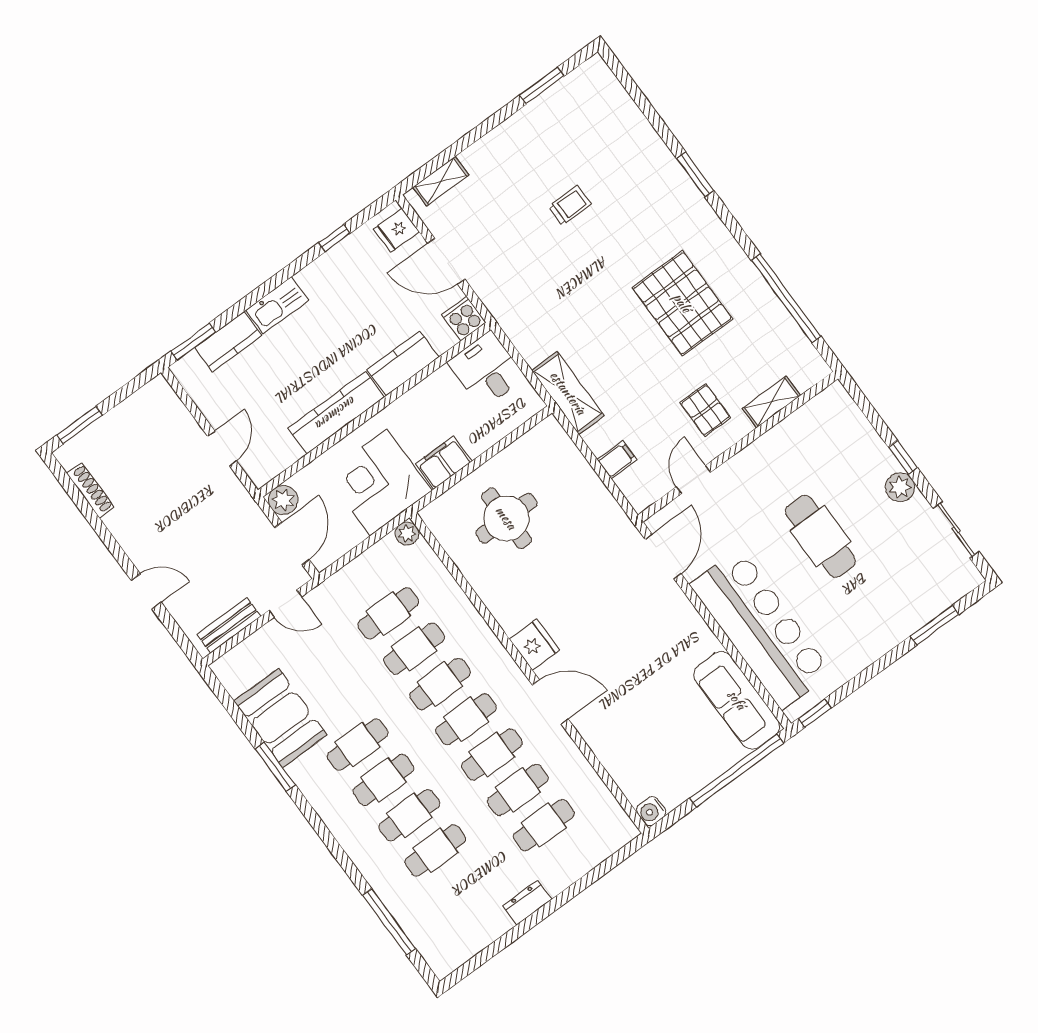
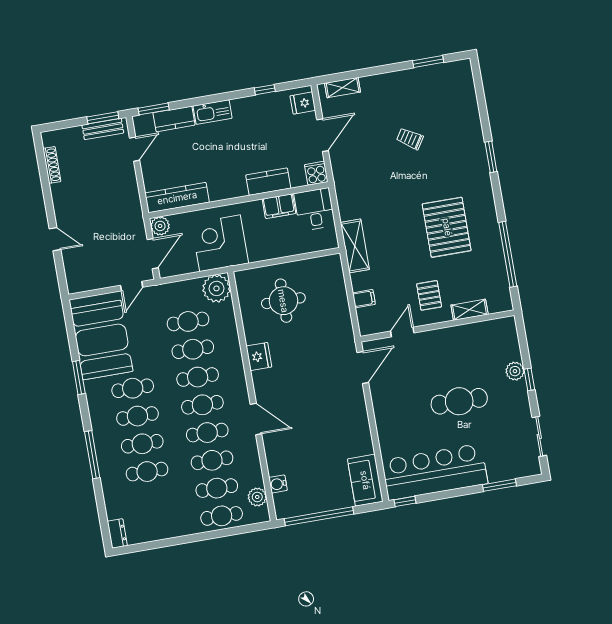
trolley: (570, 205) -> (410, 139), turned -147
door: (446, 261) -> (323, 135), swing flipped
kitchen counter: (336, 413) -> (177, 198), moved
window: (80, 425) -> (103, 118), moved
door: (222, 449) -> (135, 149), moved
filing cabinet: (444, 463) -> (279, 206), moved, turned 180
plant: (900, 487) -> (515, 371), moved
plant: (407, 534) -> (216, 288), width x1.87, depth x1.87
cafe table: (820, 536) -> (459, 401), turned 90
door: (285, 604) -> (132, 286), hinge flipped
bench: (229, 625) -> (103, 129), moved
bar counter: (761, 629) -> (435, 472), moved, turned -90
fridge: (534, 645) -> (259, 357), moved
sofa: (737, 700) -> (365, 480), width x0.73
booth: (280, 718) -> (102, 340), width x1.36, depth x1.42
window: (737, 771) -> (319, 516), moved
plant: (606, 809) -> (257, 497), added
water cooler: (651, 811) -> (278, 484), moved
cafe table: (570, 860) -> (222, 516), added
dresser: (527, 902) -> (117, 534), moved, turned 90
window: (389, 922) -> (92, 455), moved

